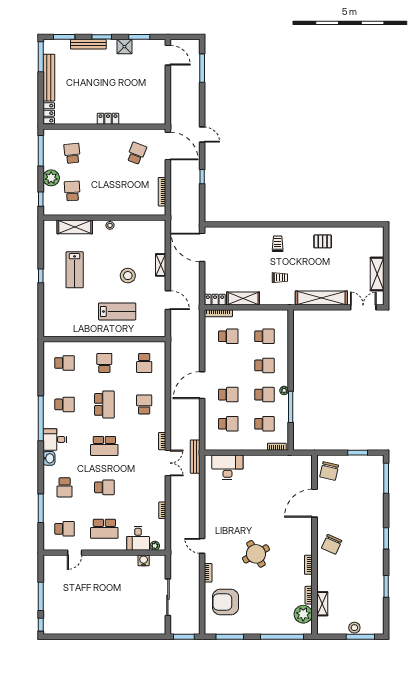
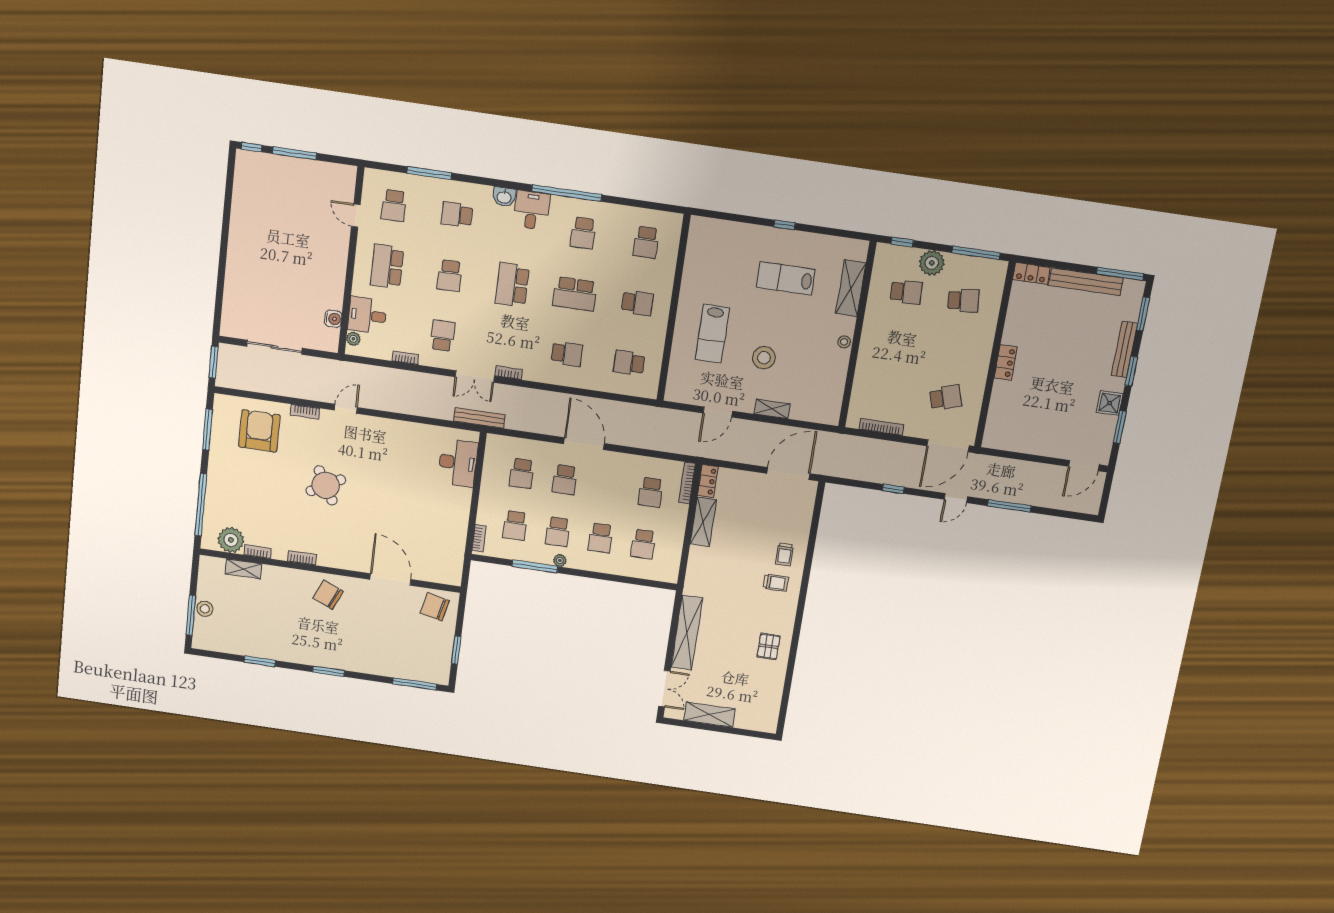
window: (202, 68) -> (1009, 506), moved
school desk: (137, 153) -> (946, 398), turned -39
trolley: (280, 278) -> (784, 554), moved
school desk: (144, 487) -> (443, 336), added

